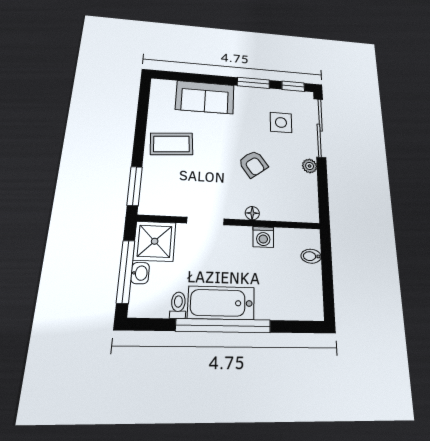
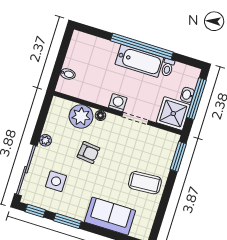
armchair: (253, 164) -> (88, 152), turned 132
plant: (276, 206) -> (81, 116), added
washing machine: (263, 237) -> (118, 103), moved

